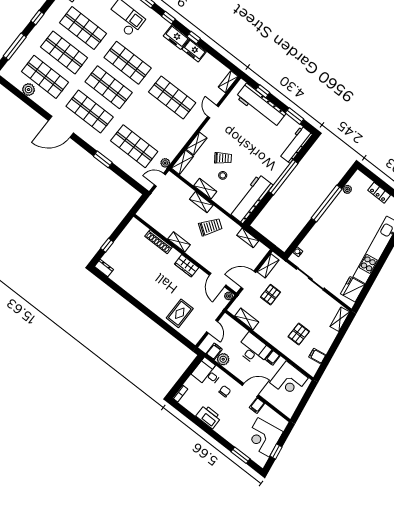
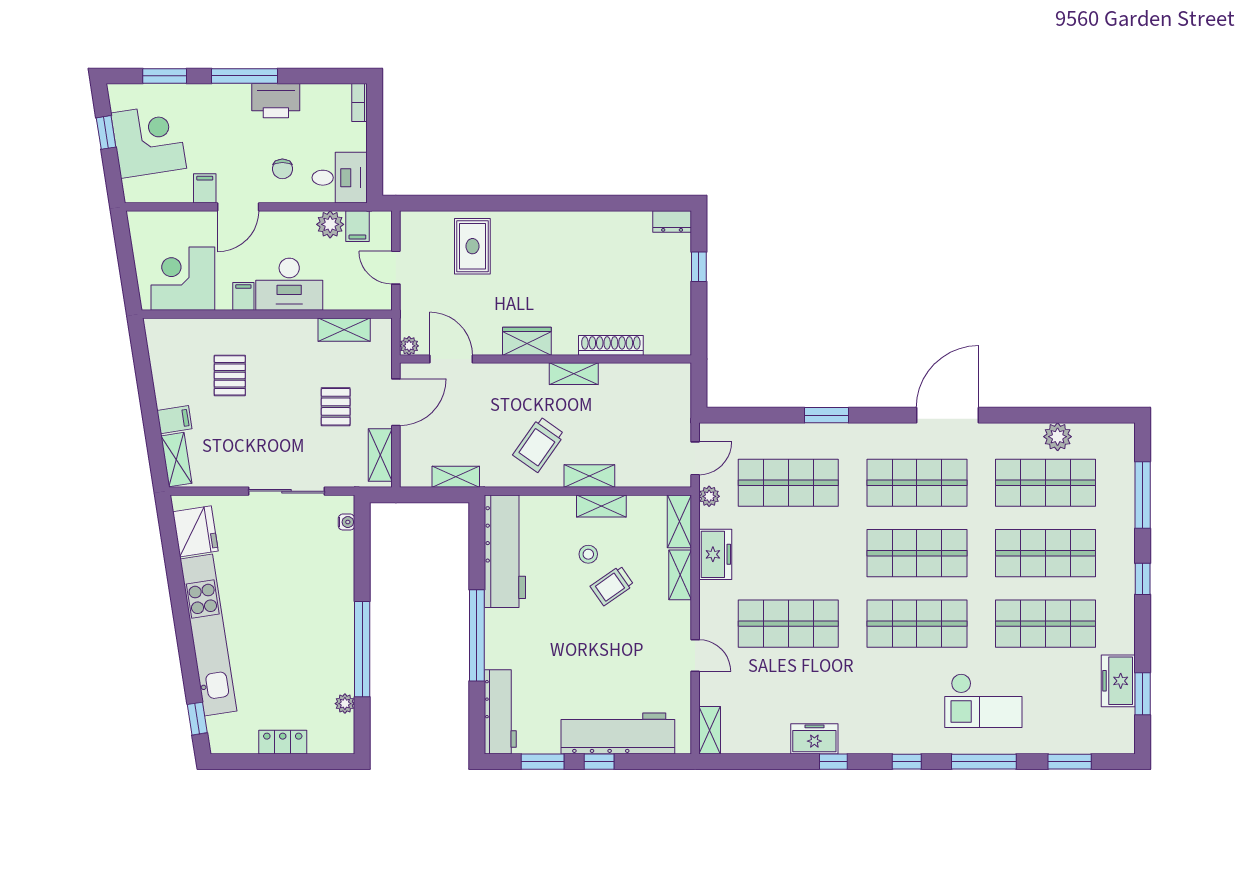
freezer: (176, 37) -> (715, 554), moved, turned 90
window: (263, 91) -> (599, 762), moved
filing cabinet: (317, 356) -> (174, 420), moved
window: (213, 434) -> (244, 76), added

